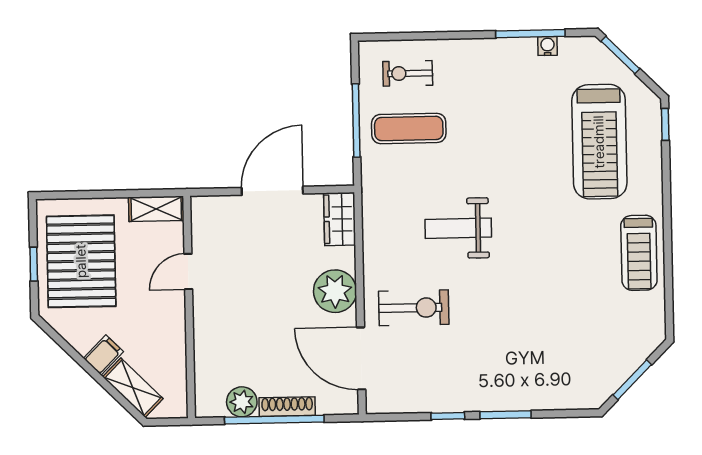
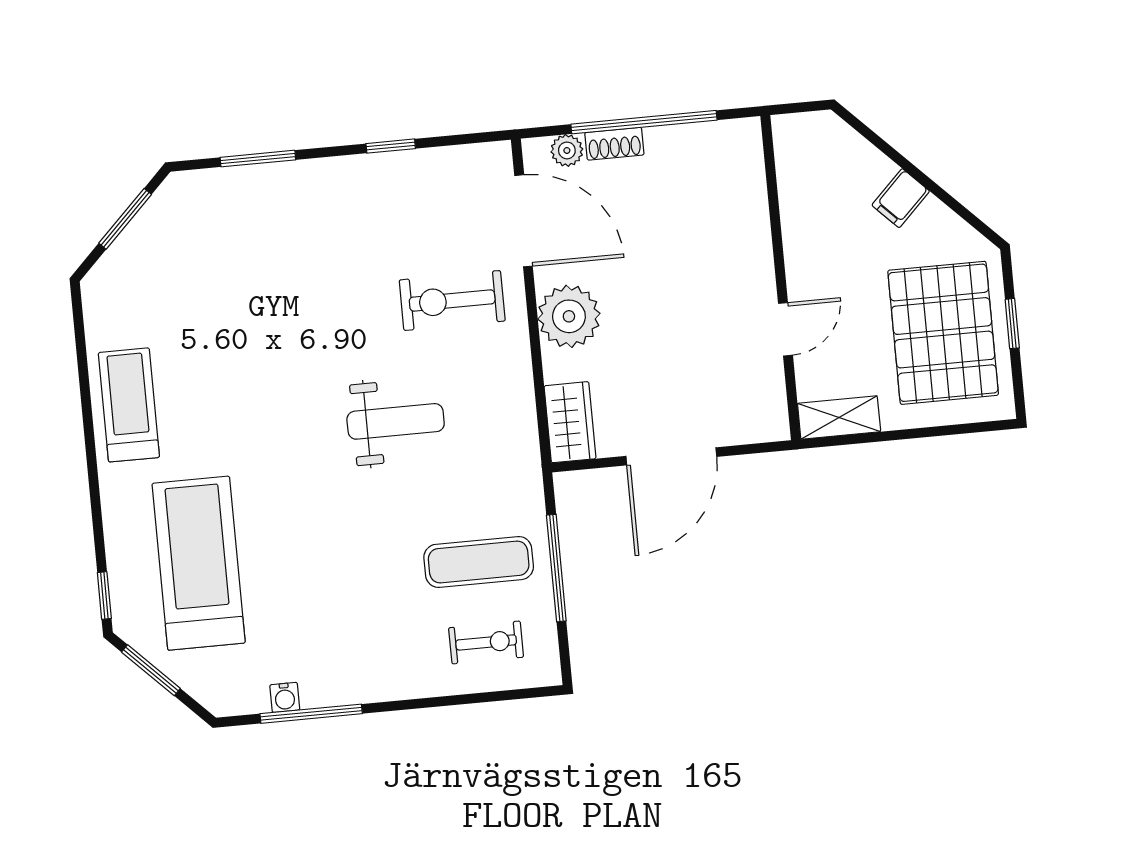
window: (620, 55) -> (151, 670), moved
shelving: (133, 388) -> (854, 154), removed
plant: (242, 402) -> (567, 150), moved, width x0.73, depth x0.73
shoe rack: (287, 407) -> (614, 144), width x0.70
window: (505, 415) -> (258, 159), moved

